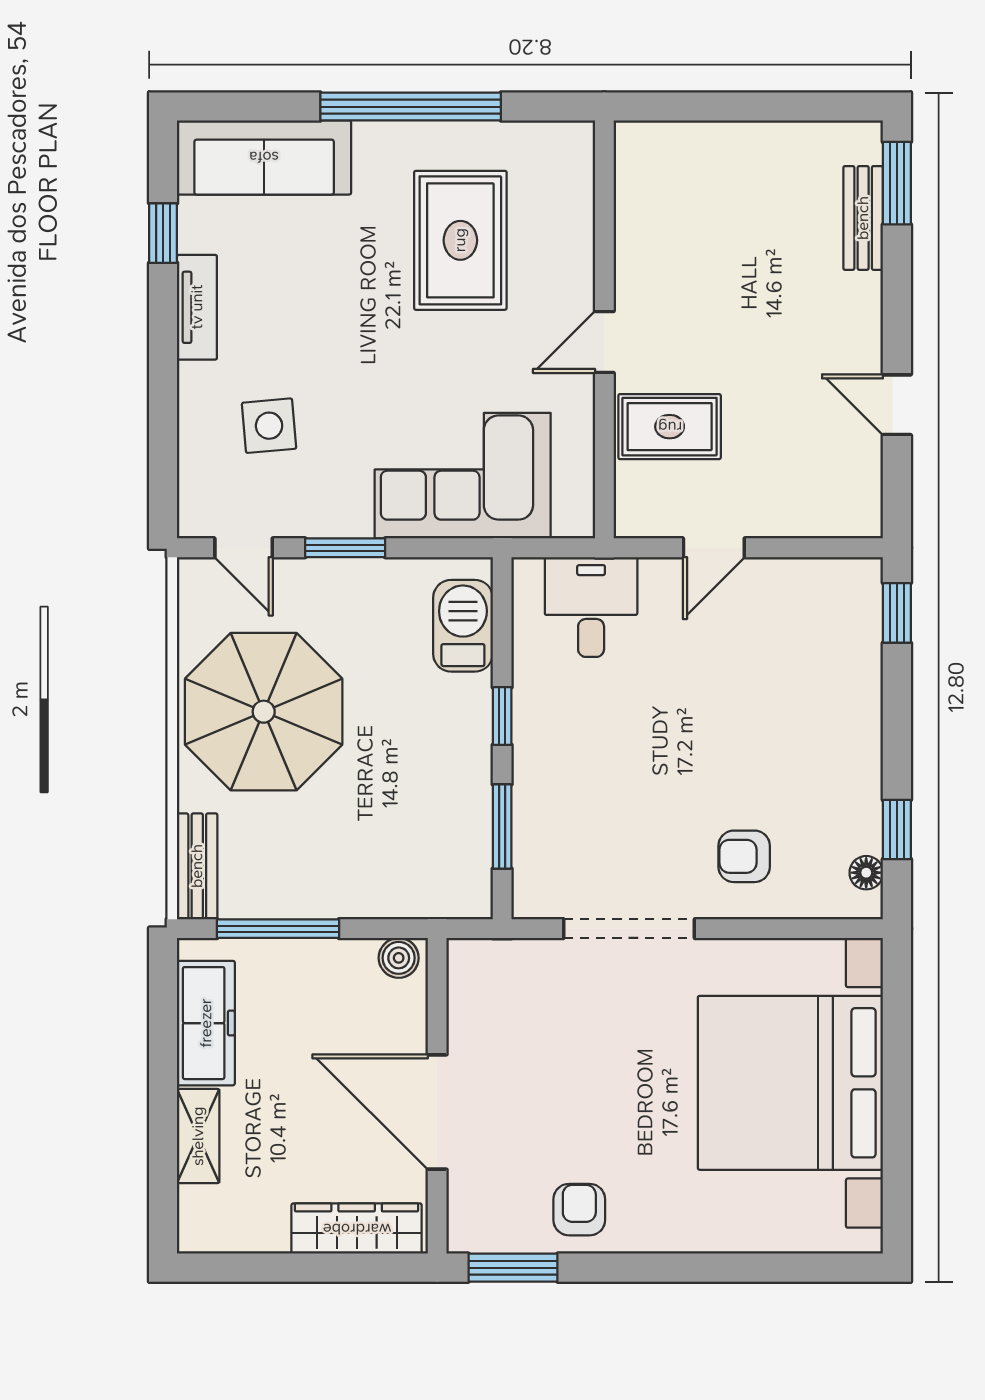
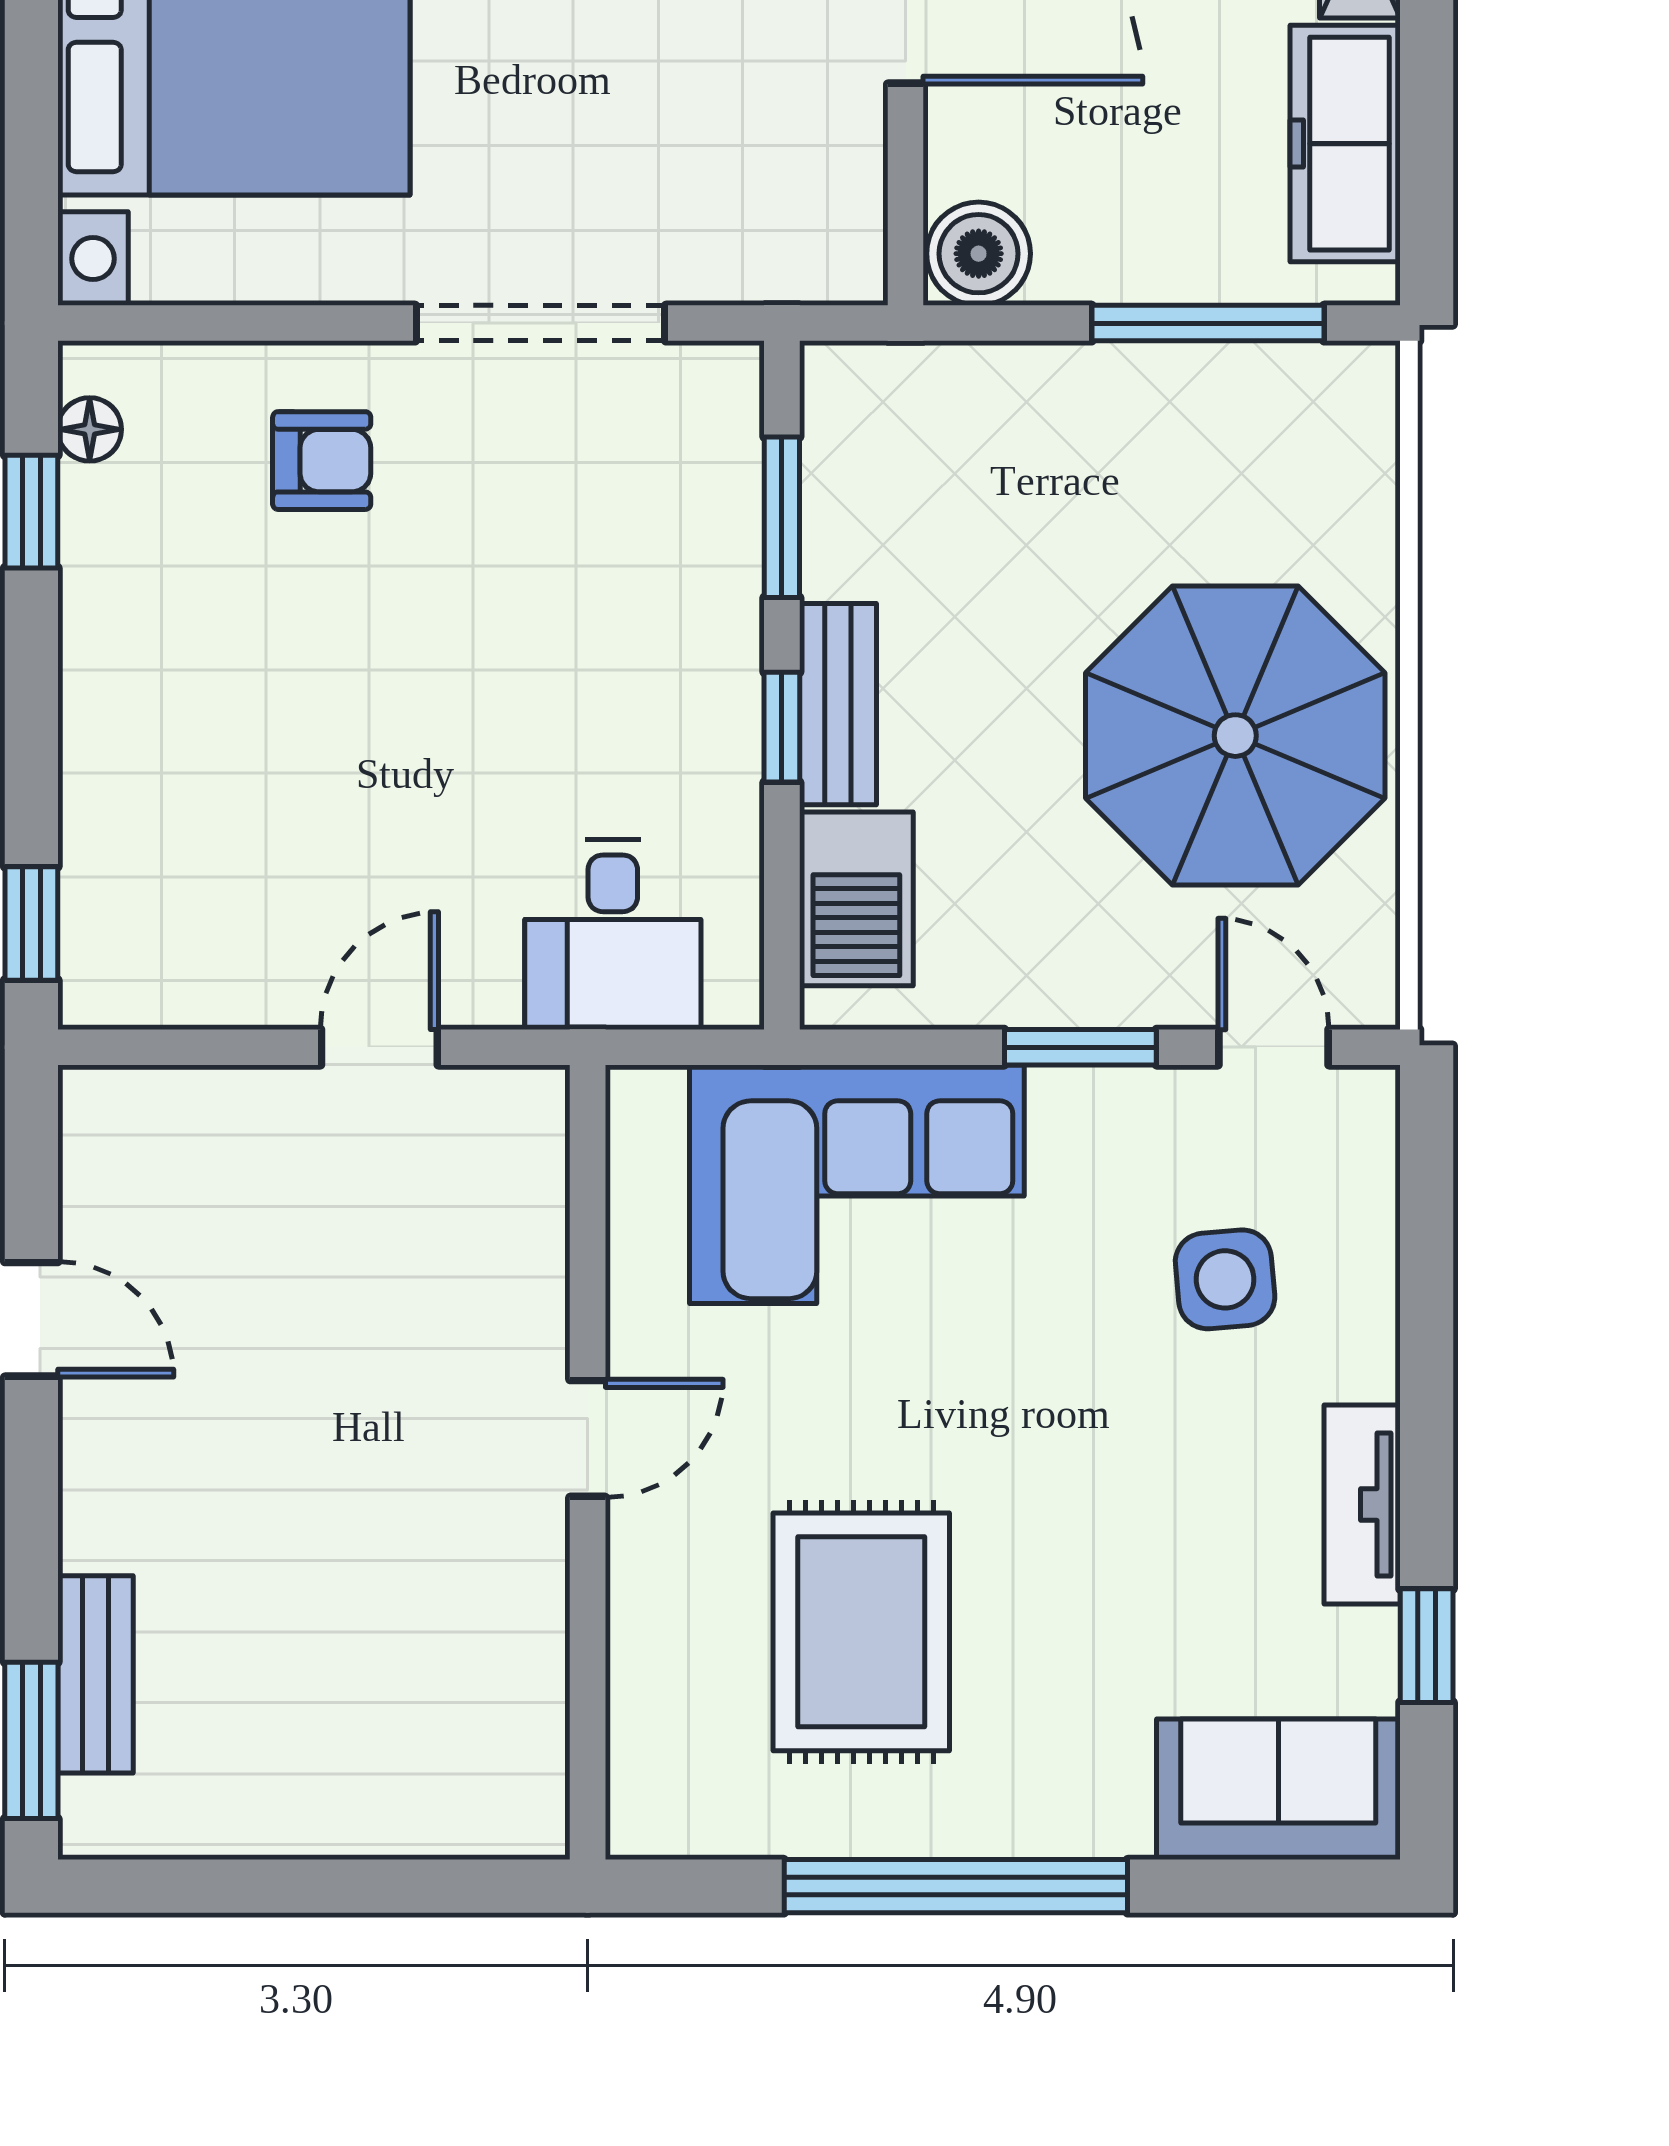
sofa: (264, 157) -> (1278, 1789), width x0.73
rug: (670, 427) -> (463, 1278), removed
bench: (197, 866) -> (838, 704), moved
boiler: (399, 958) -> (979, 254), width x1.36, depth x1.36

